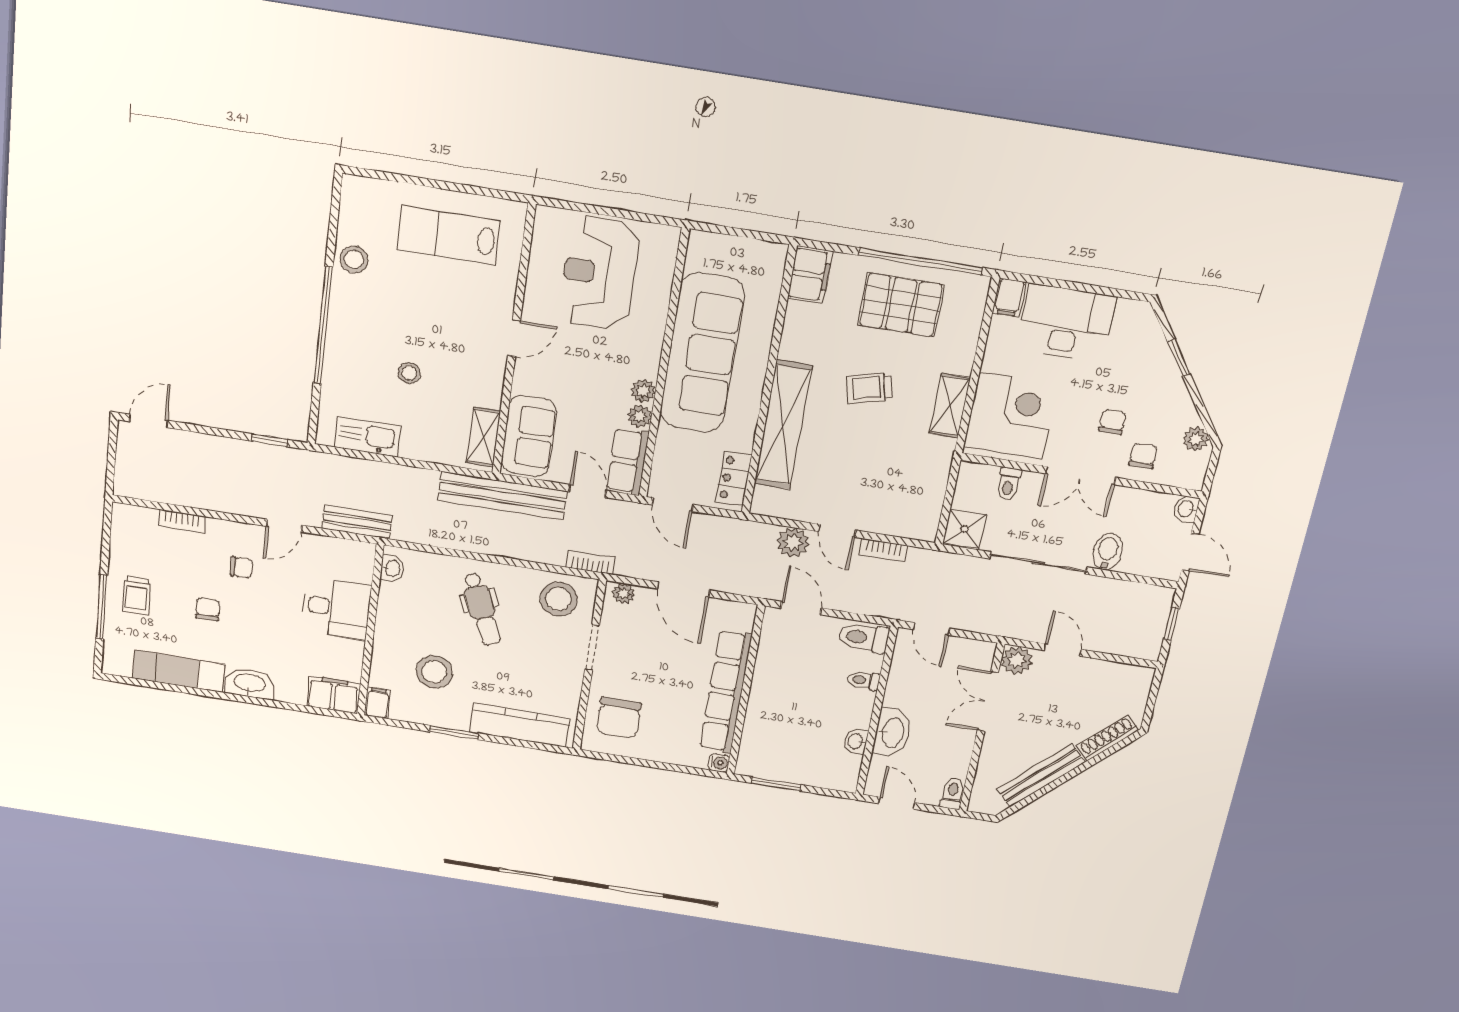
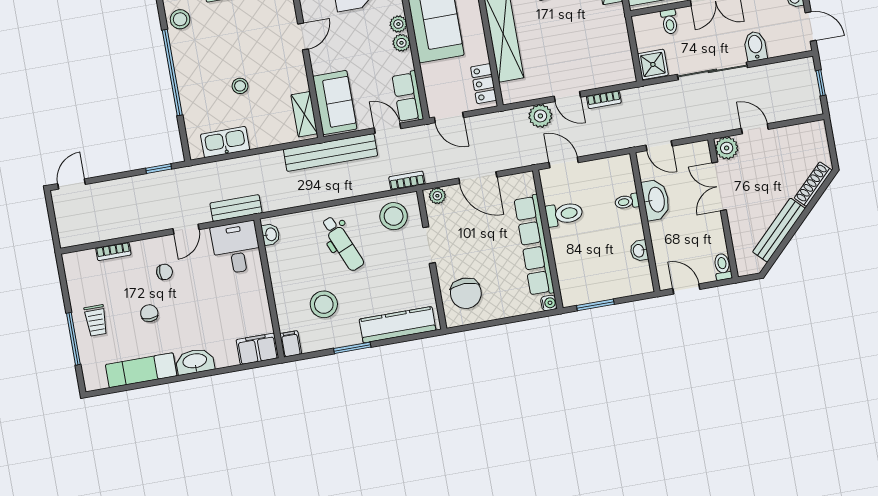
plant: (640, 416) -> (398, 24), moved
desk: (336, 608) -> (236, 248), moved, turned -90
toilet: (863, 638) -> (564, 214), moved, turned 180
washbasin: (892, 732) -> (656, 200), moved

